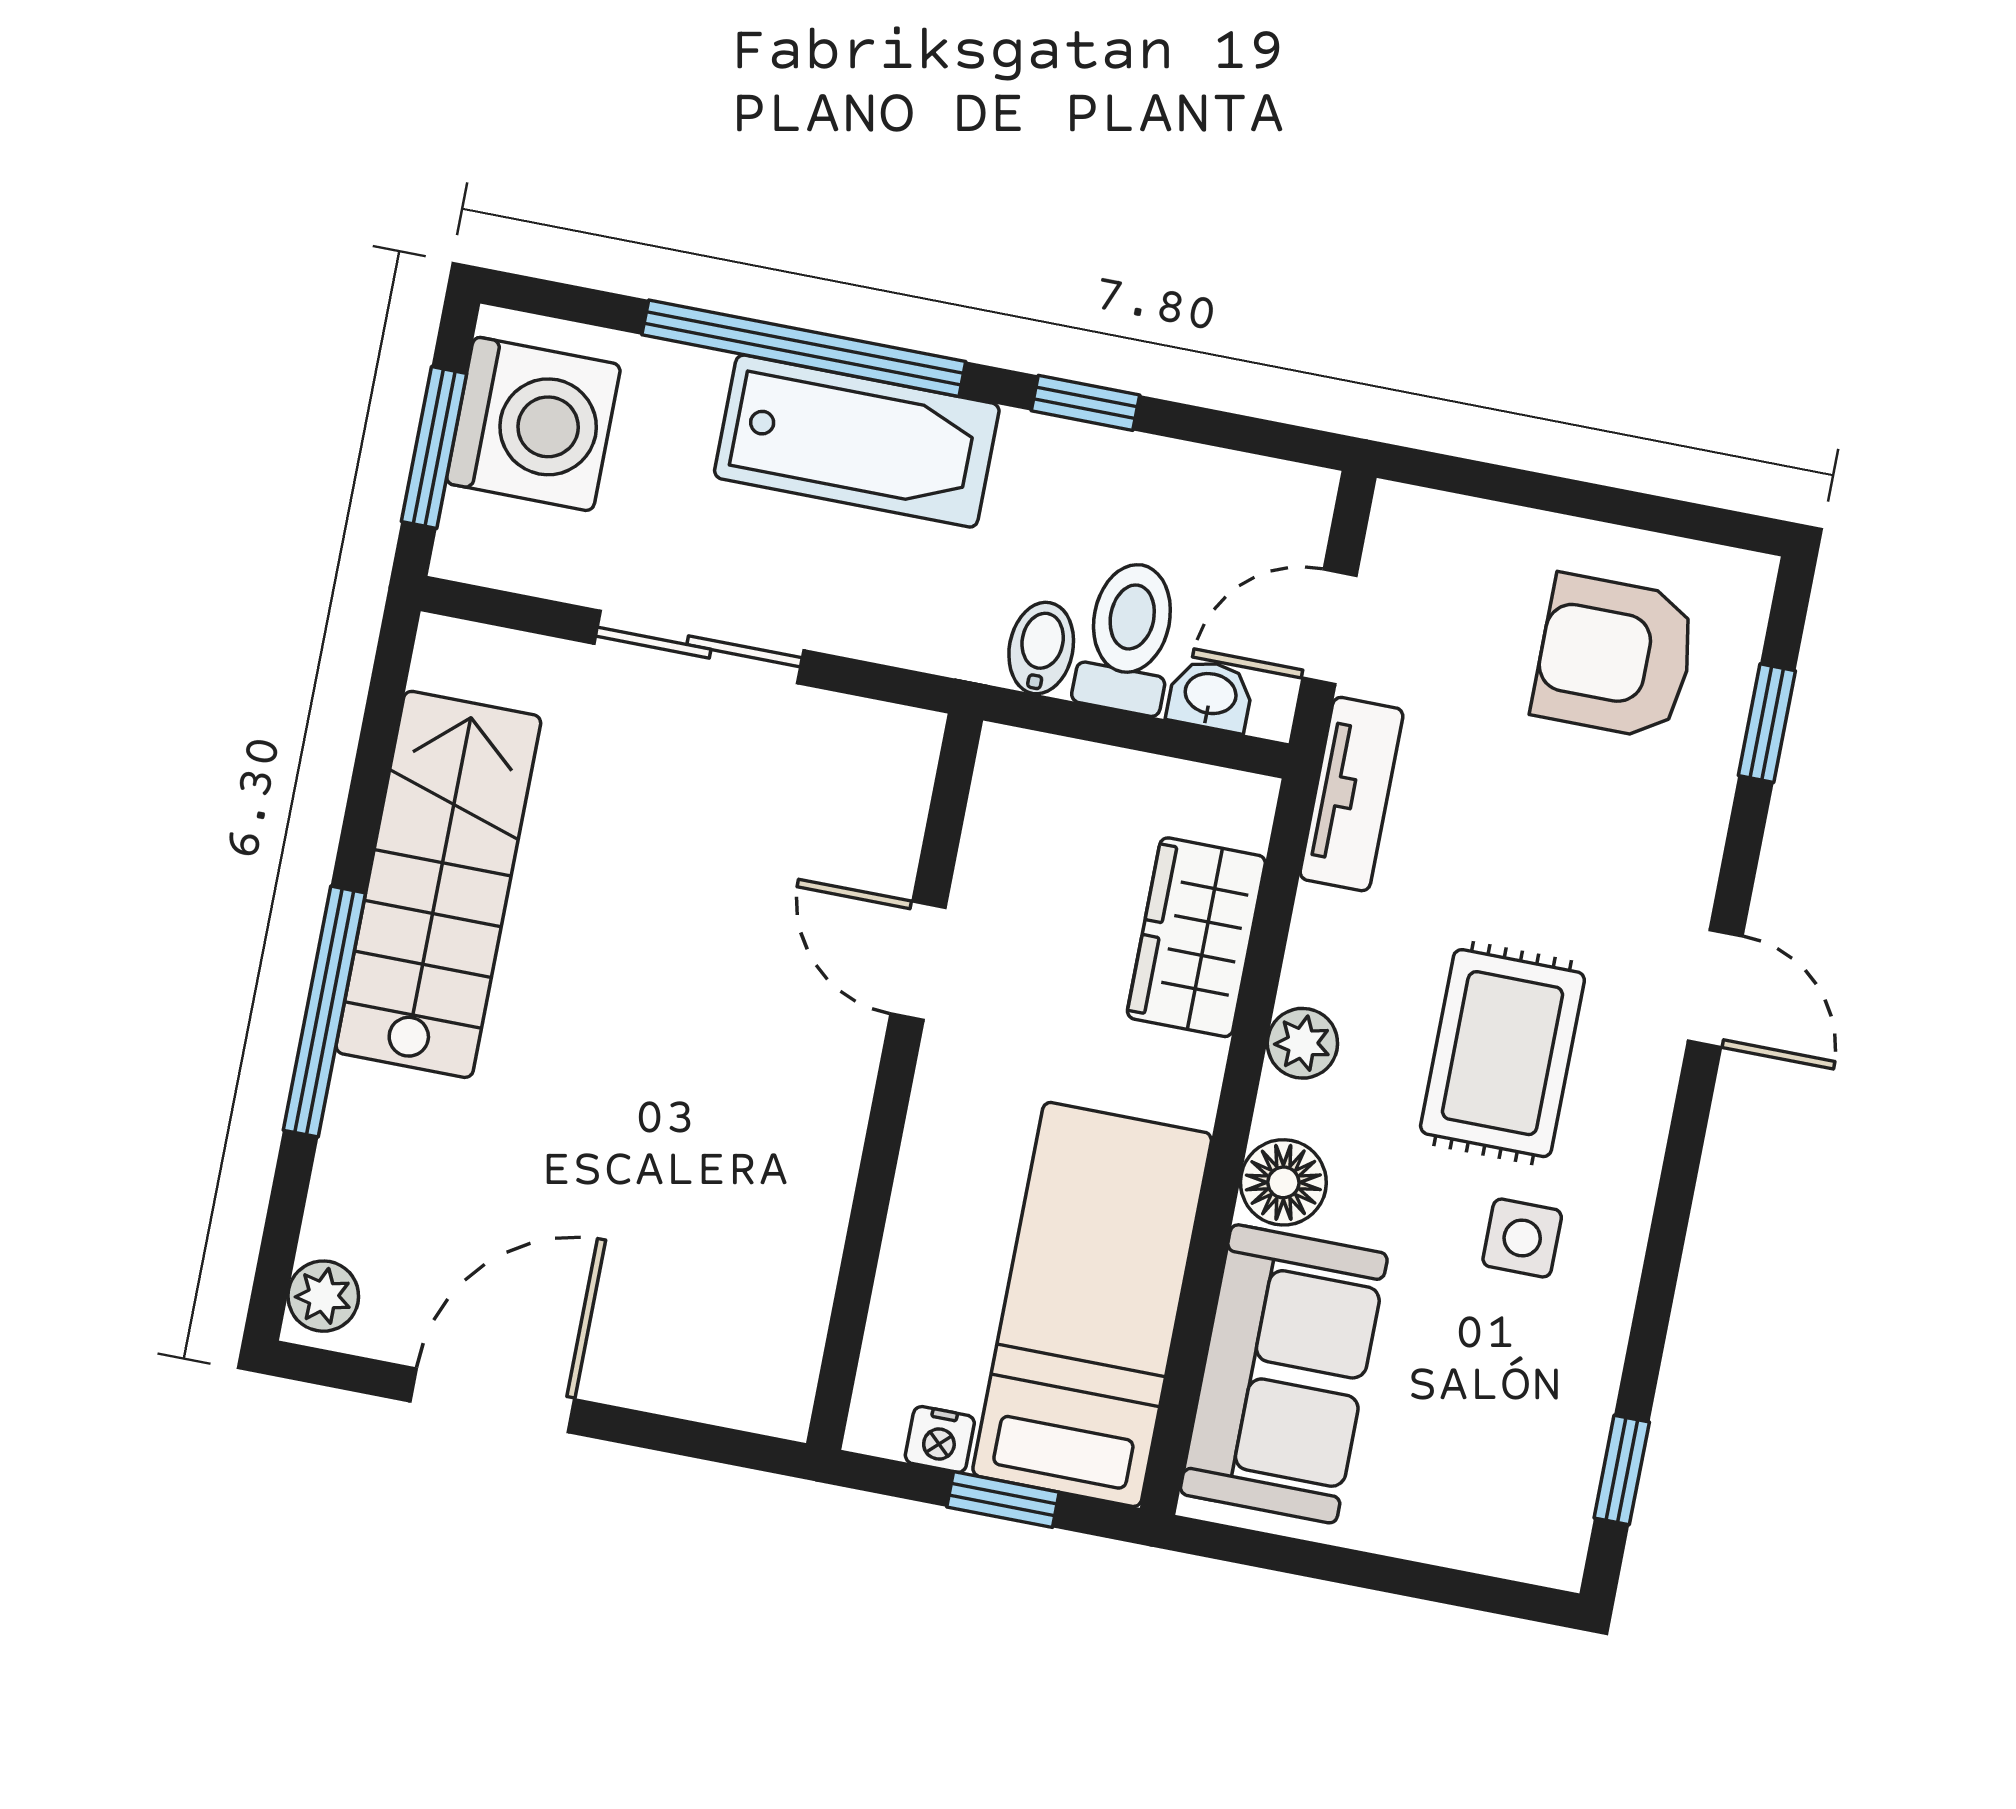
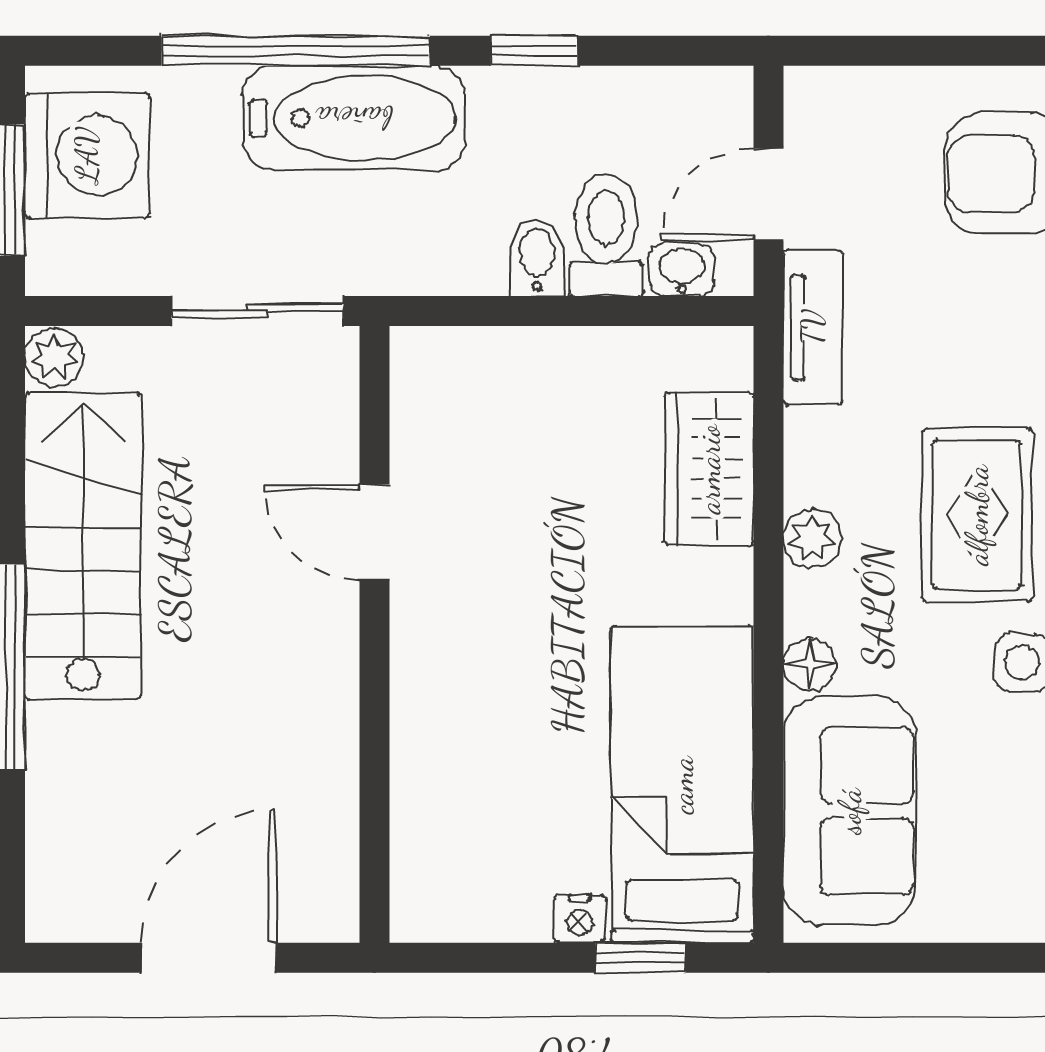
door: (918, 961) -> (374, 532), moved
wall: (895, 1082) -> (374, 634), moved
floor lamp: (1283, 1182) -> (809, 664), width x0.73, depth x0.73
plant: (323, 1296) -> (54, 357), moved

